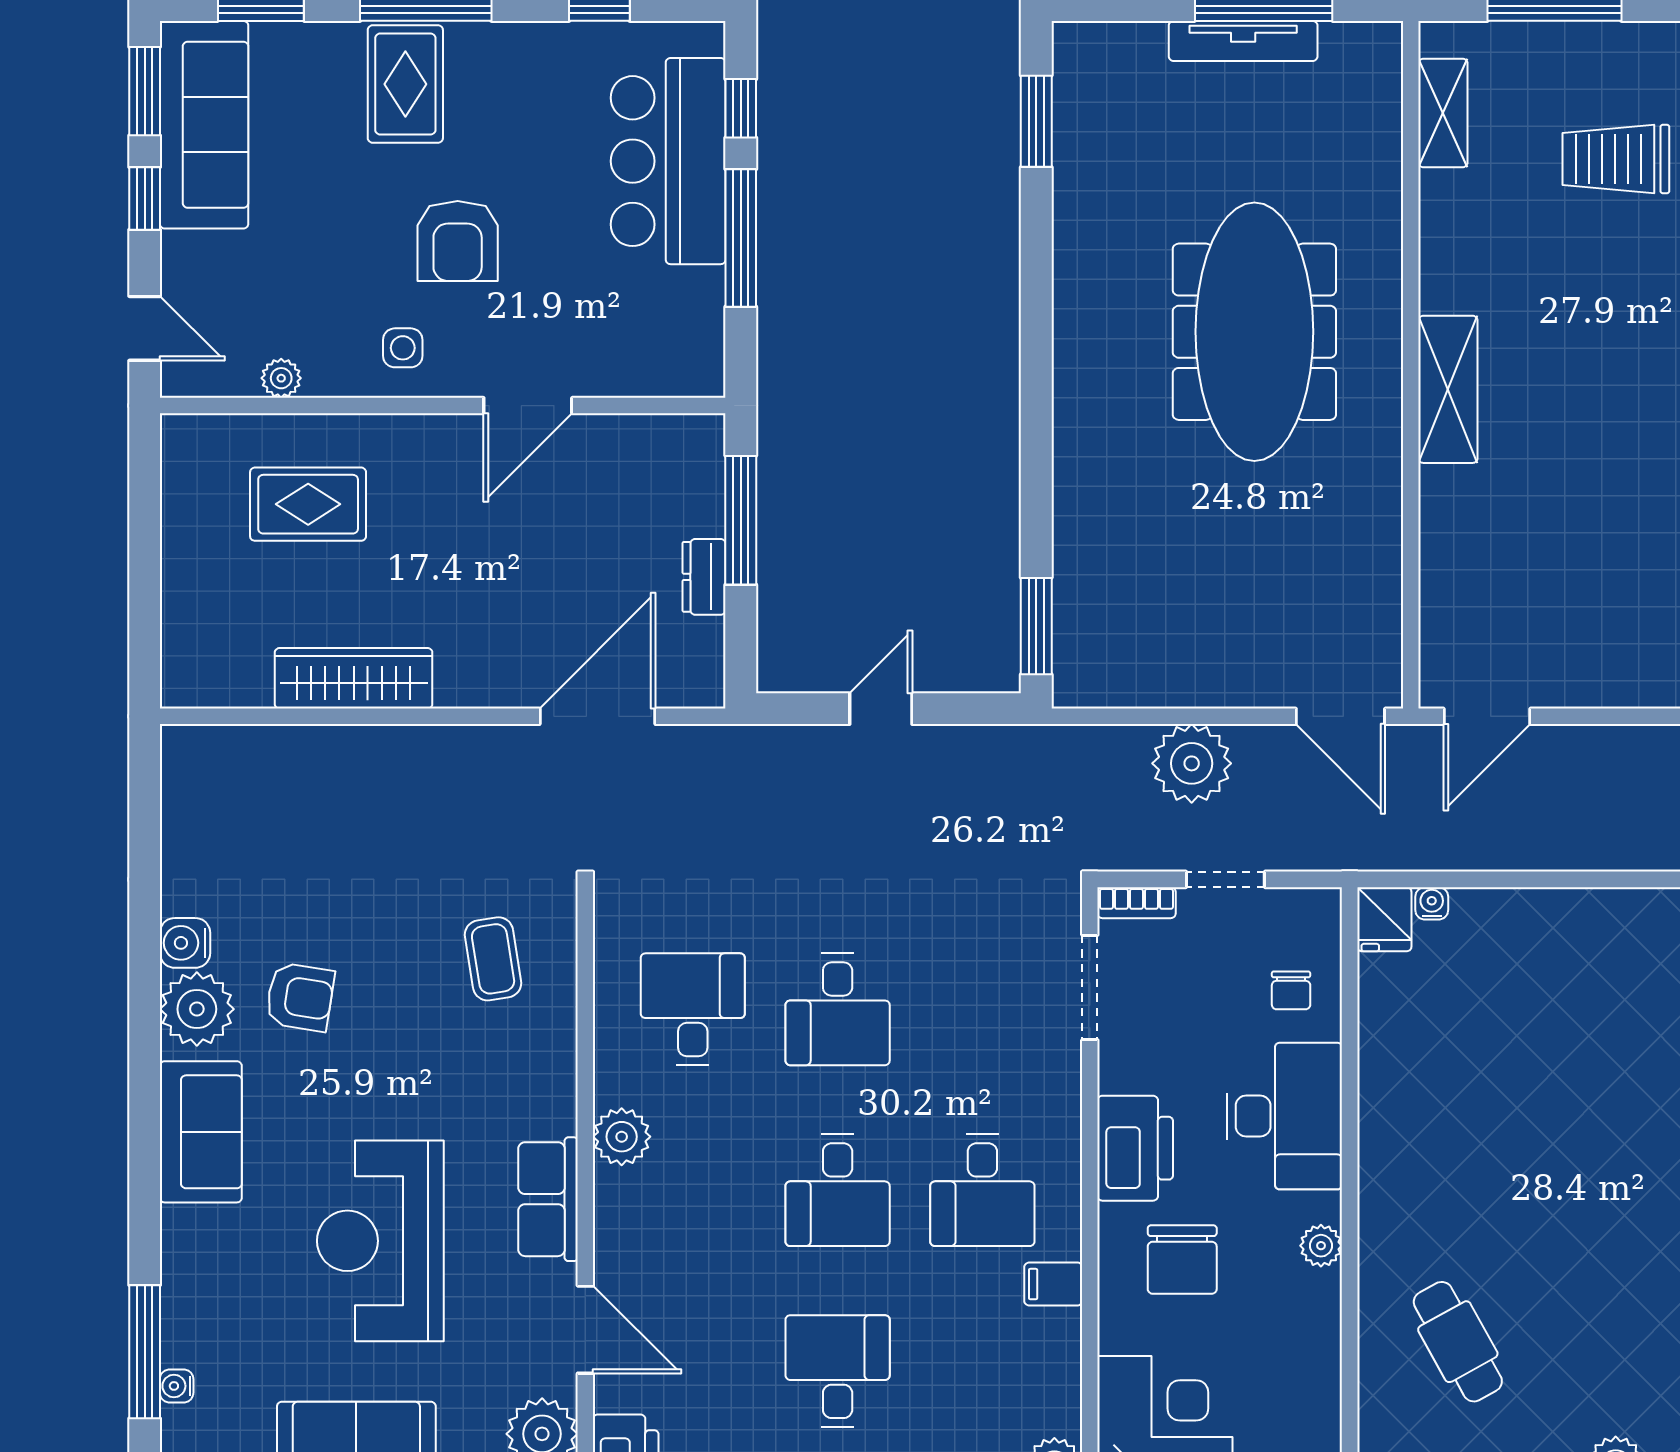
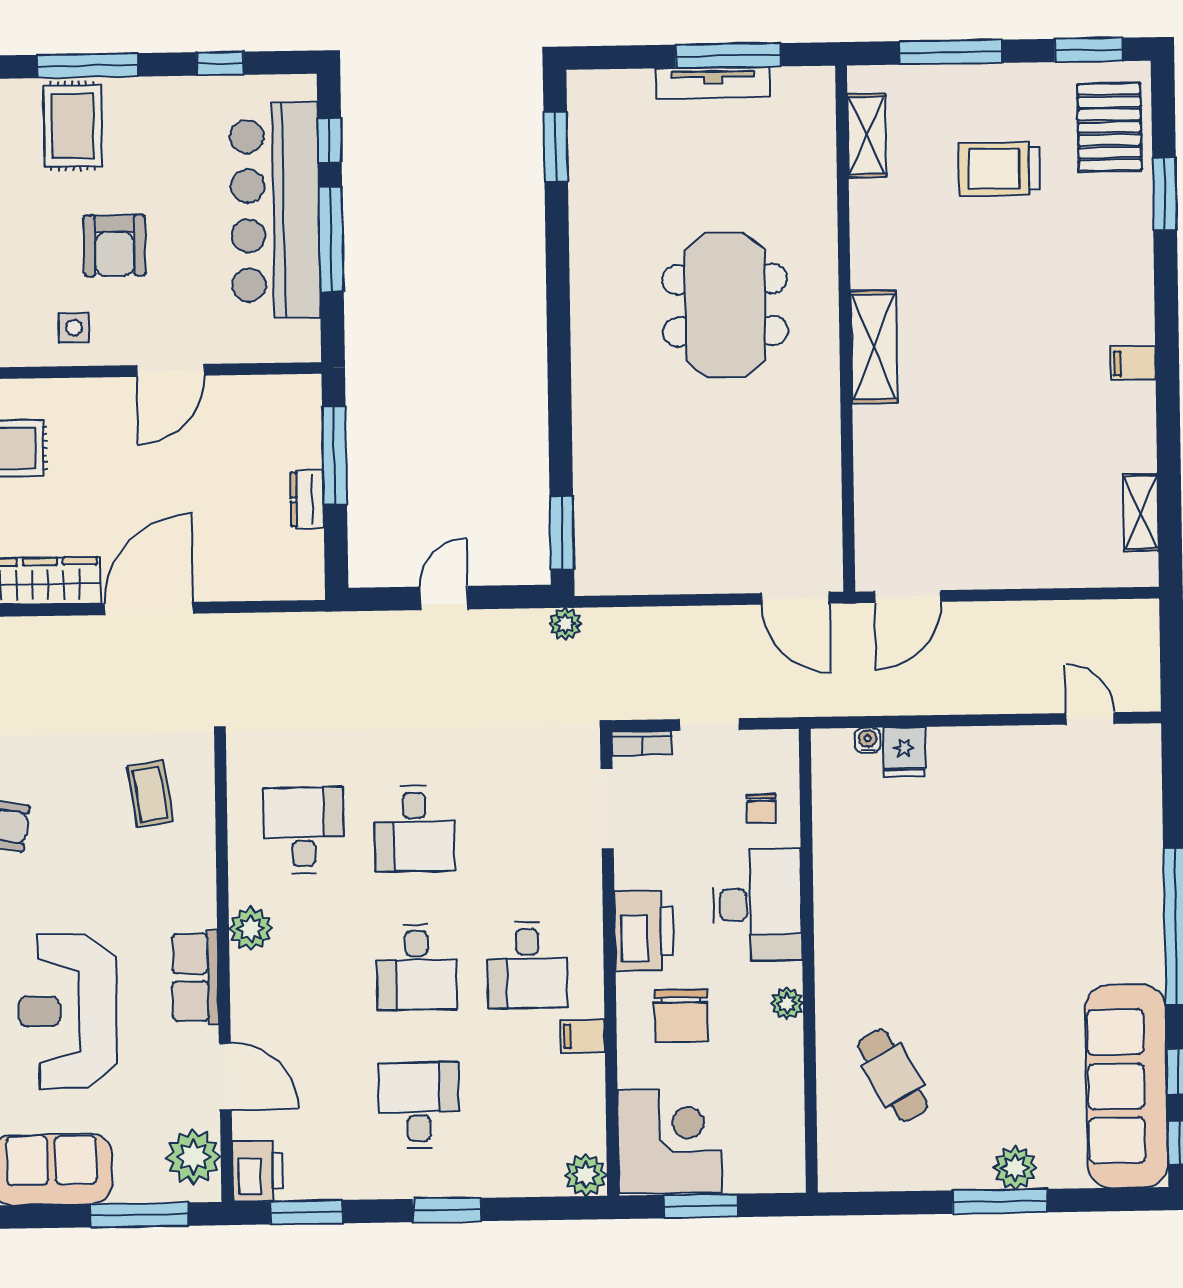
bar counter: (668, 161) -> (275, 210), width x1.36
meeting table: (1254, 332) -> (725, 305), width x0.73
door: (597, 716) -> (149, 609), moved
plant: (1192, 763) -> (565, 624), moved, width x0.53, depth x0.53
fridge: (1384, 919) -> (904, 752), moved

